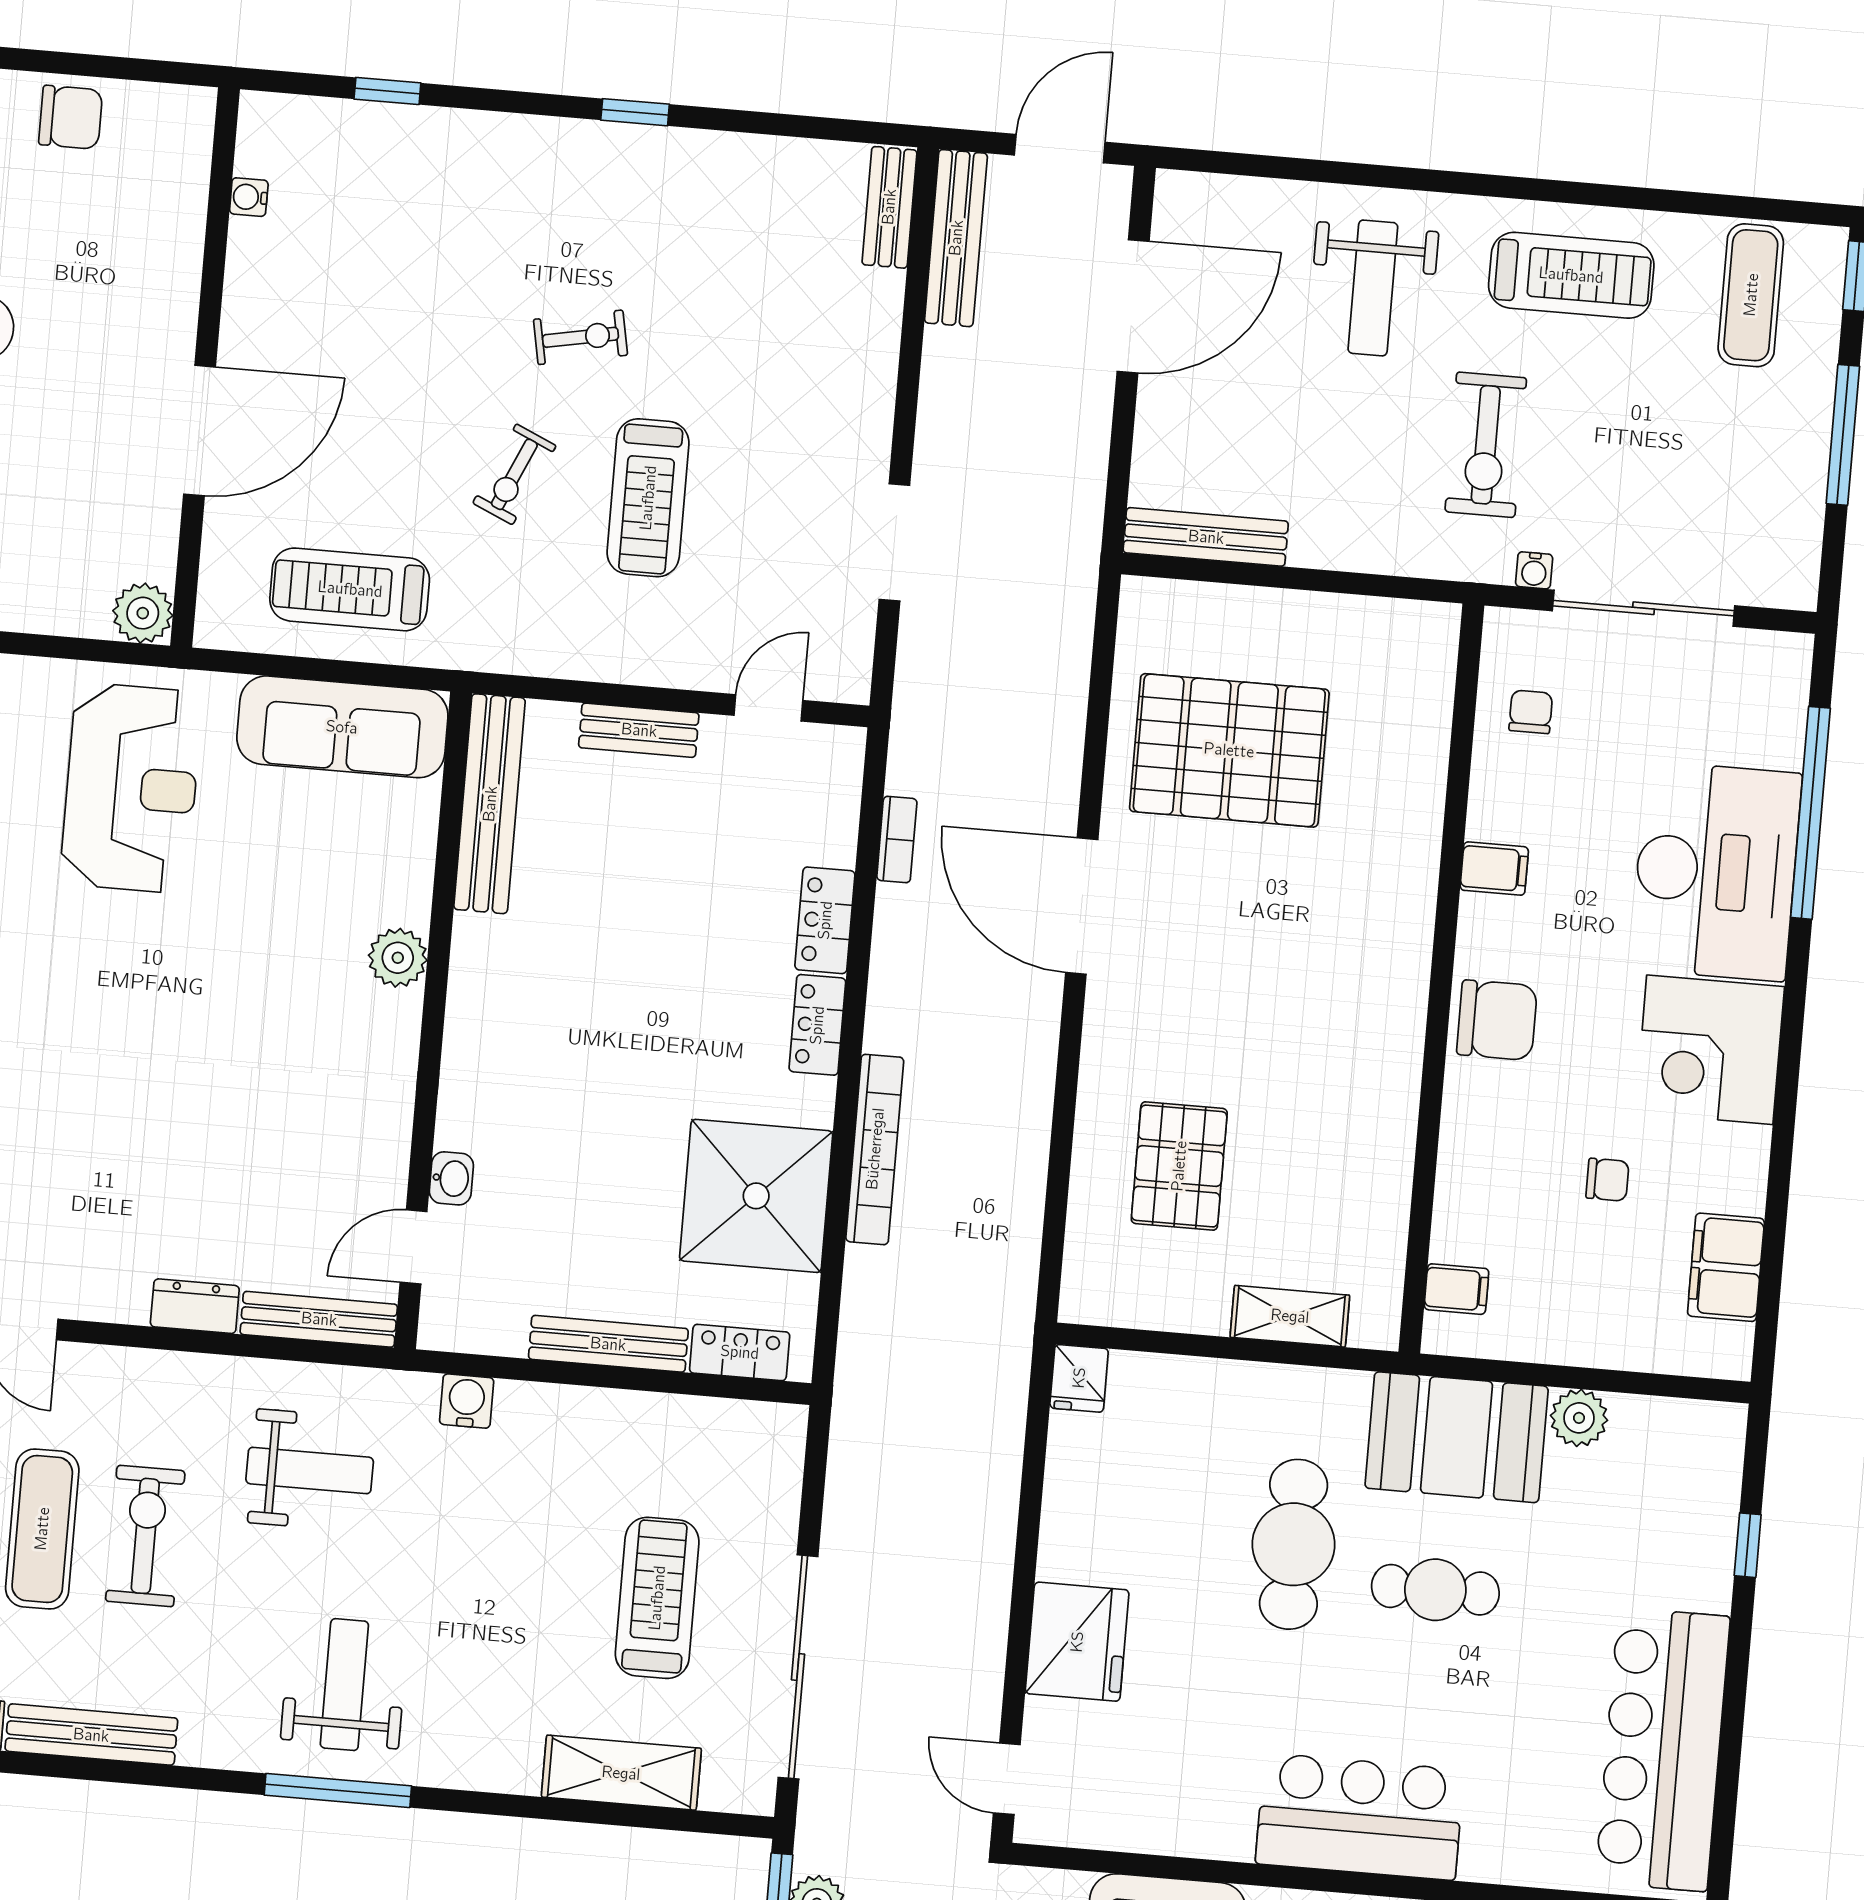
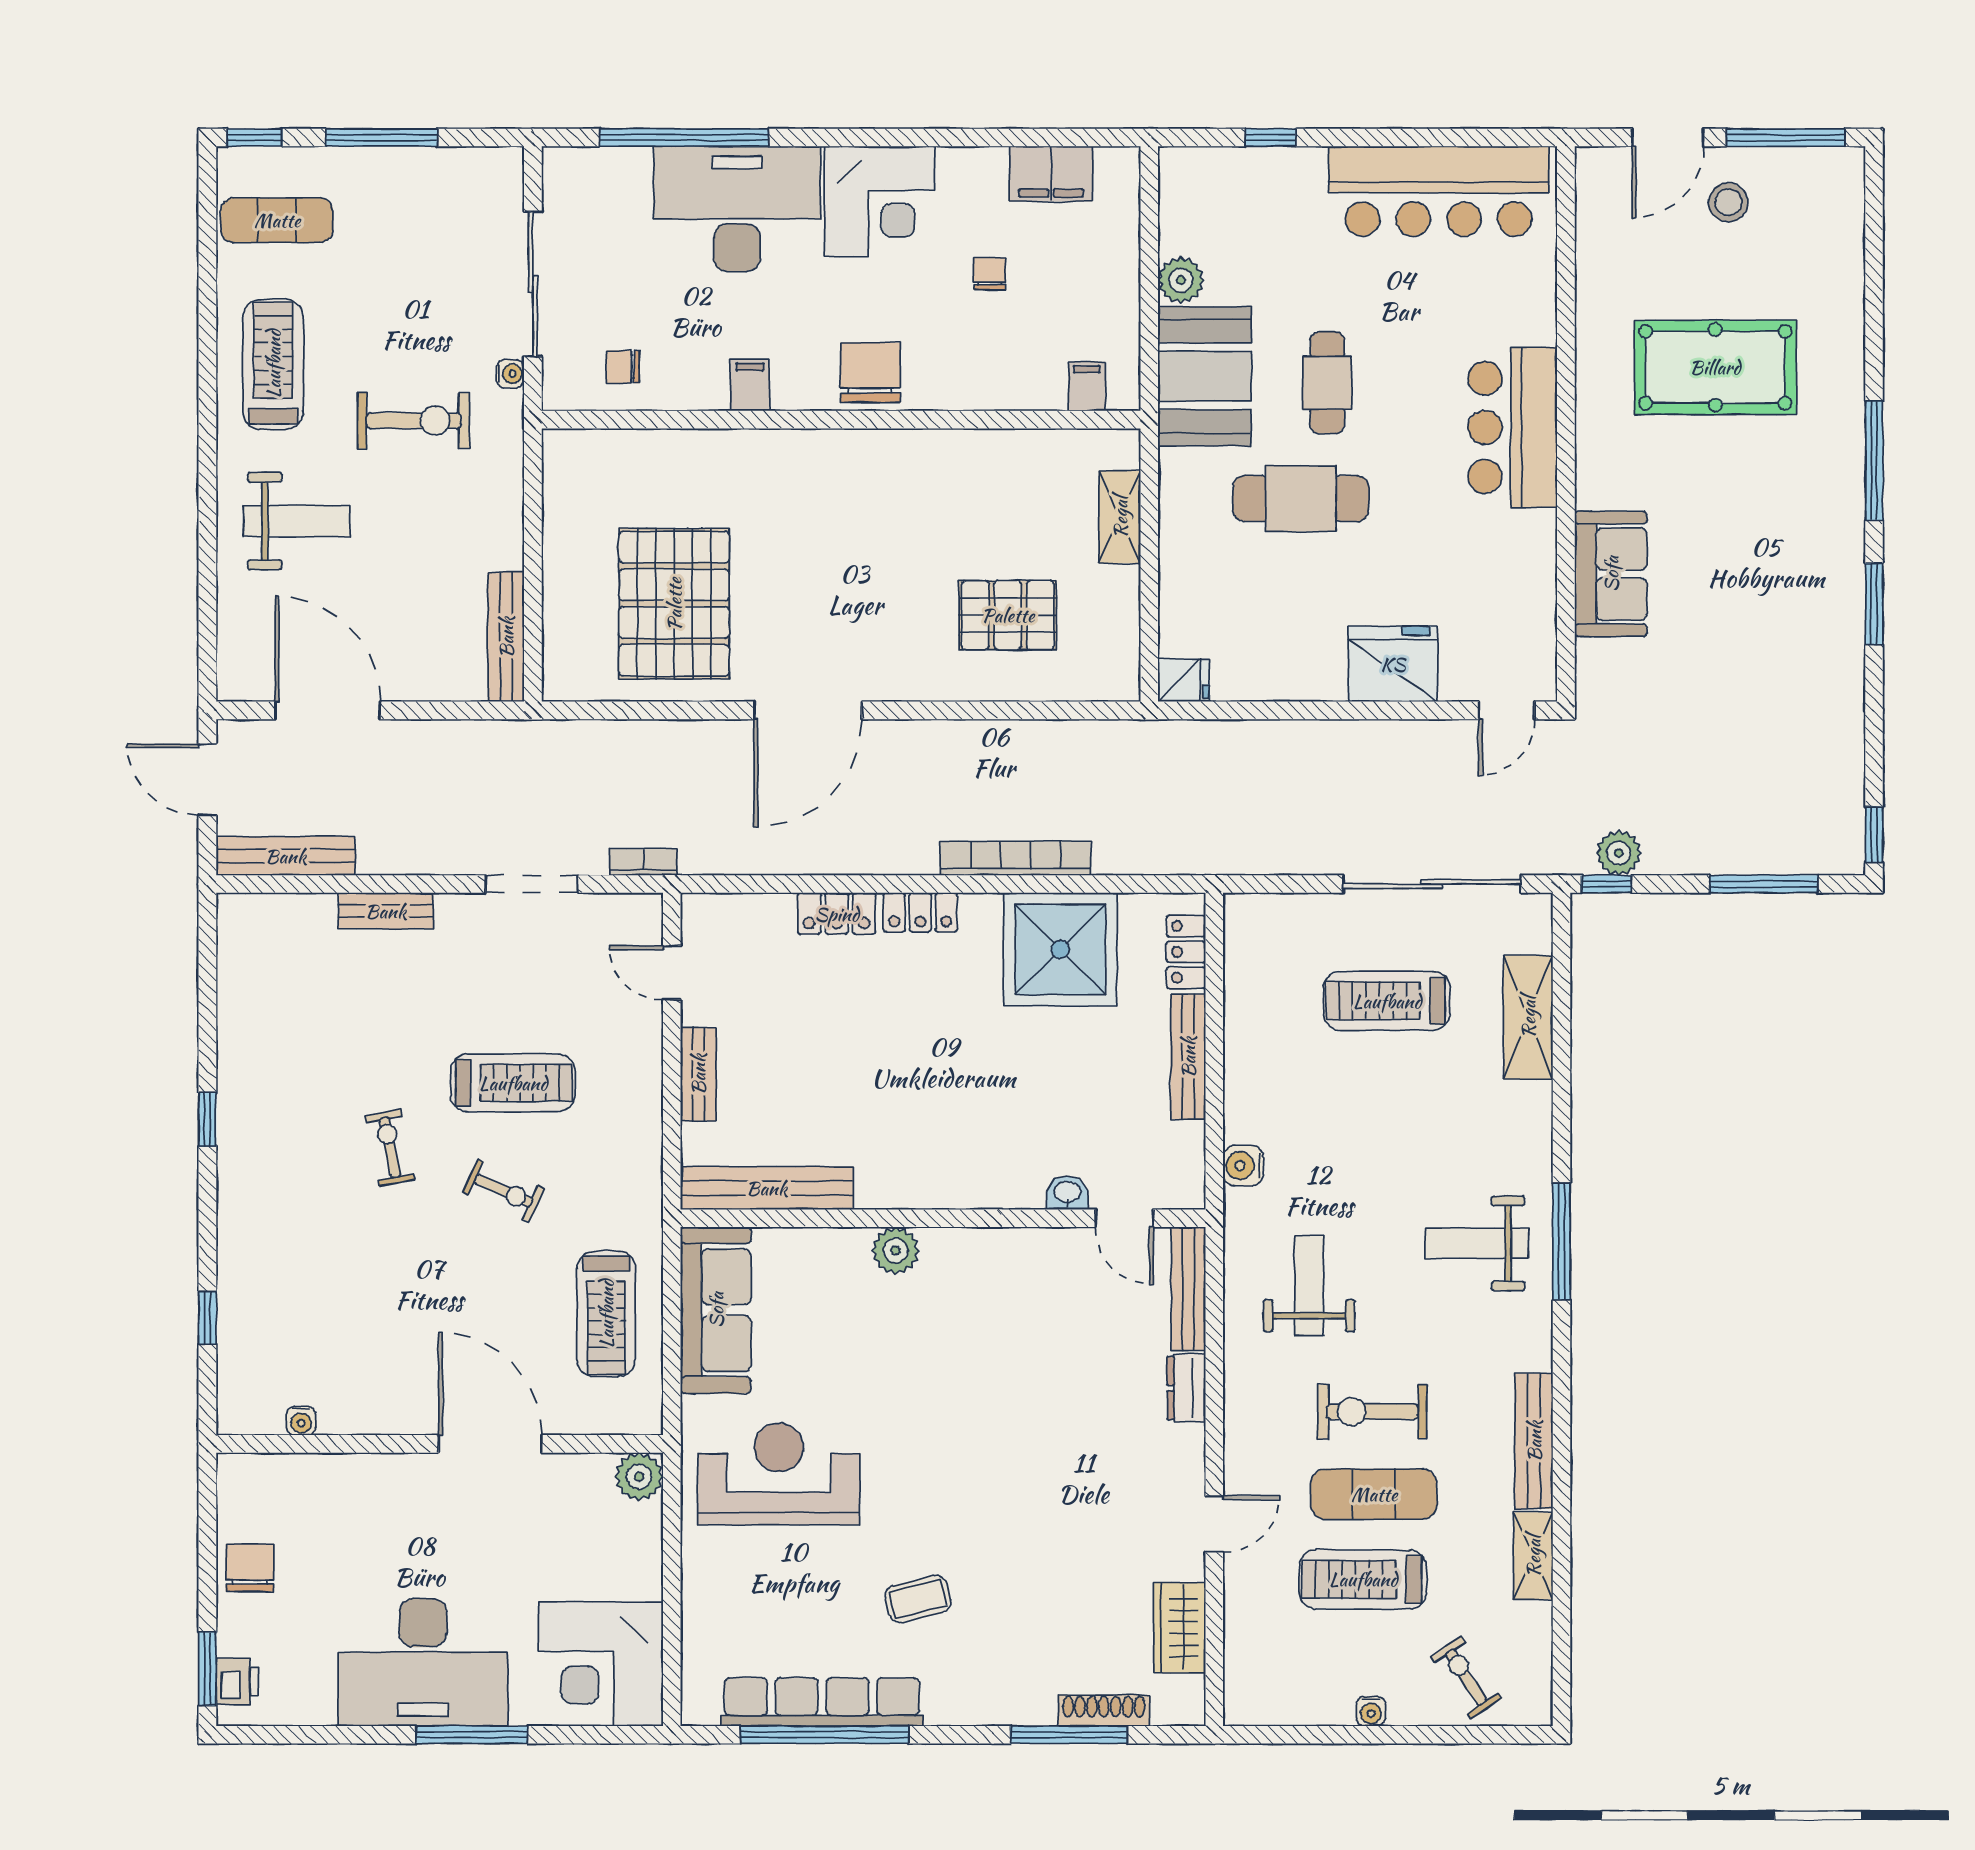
bench: (889, 207) -> (386, 911), moved
bookcase: (897, 840) -> (644, 862), moved

